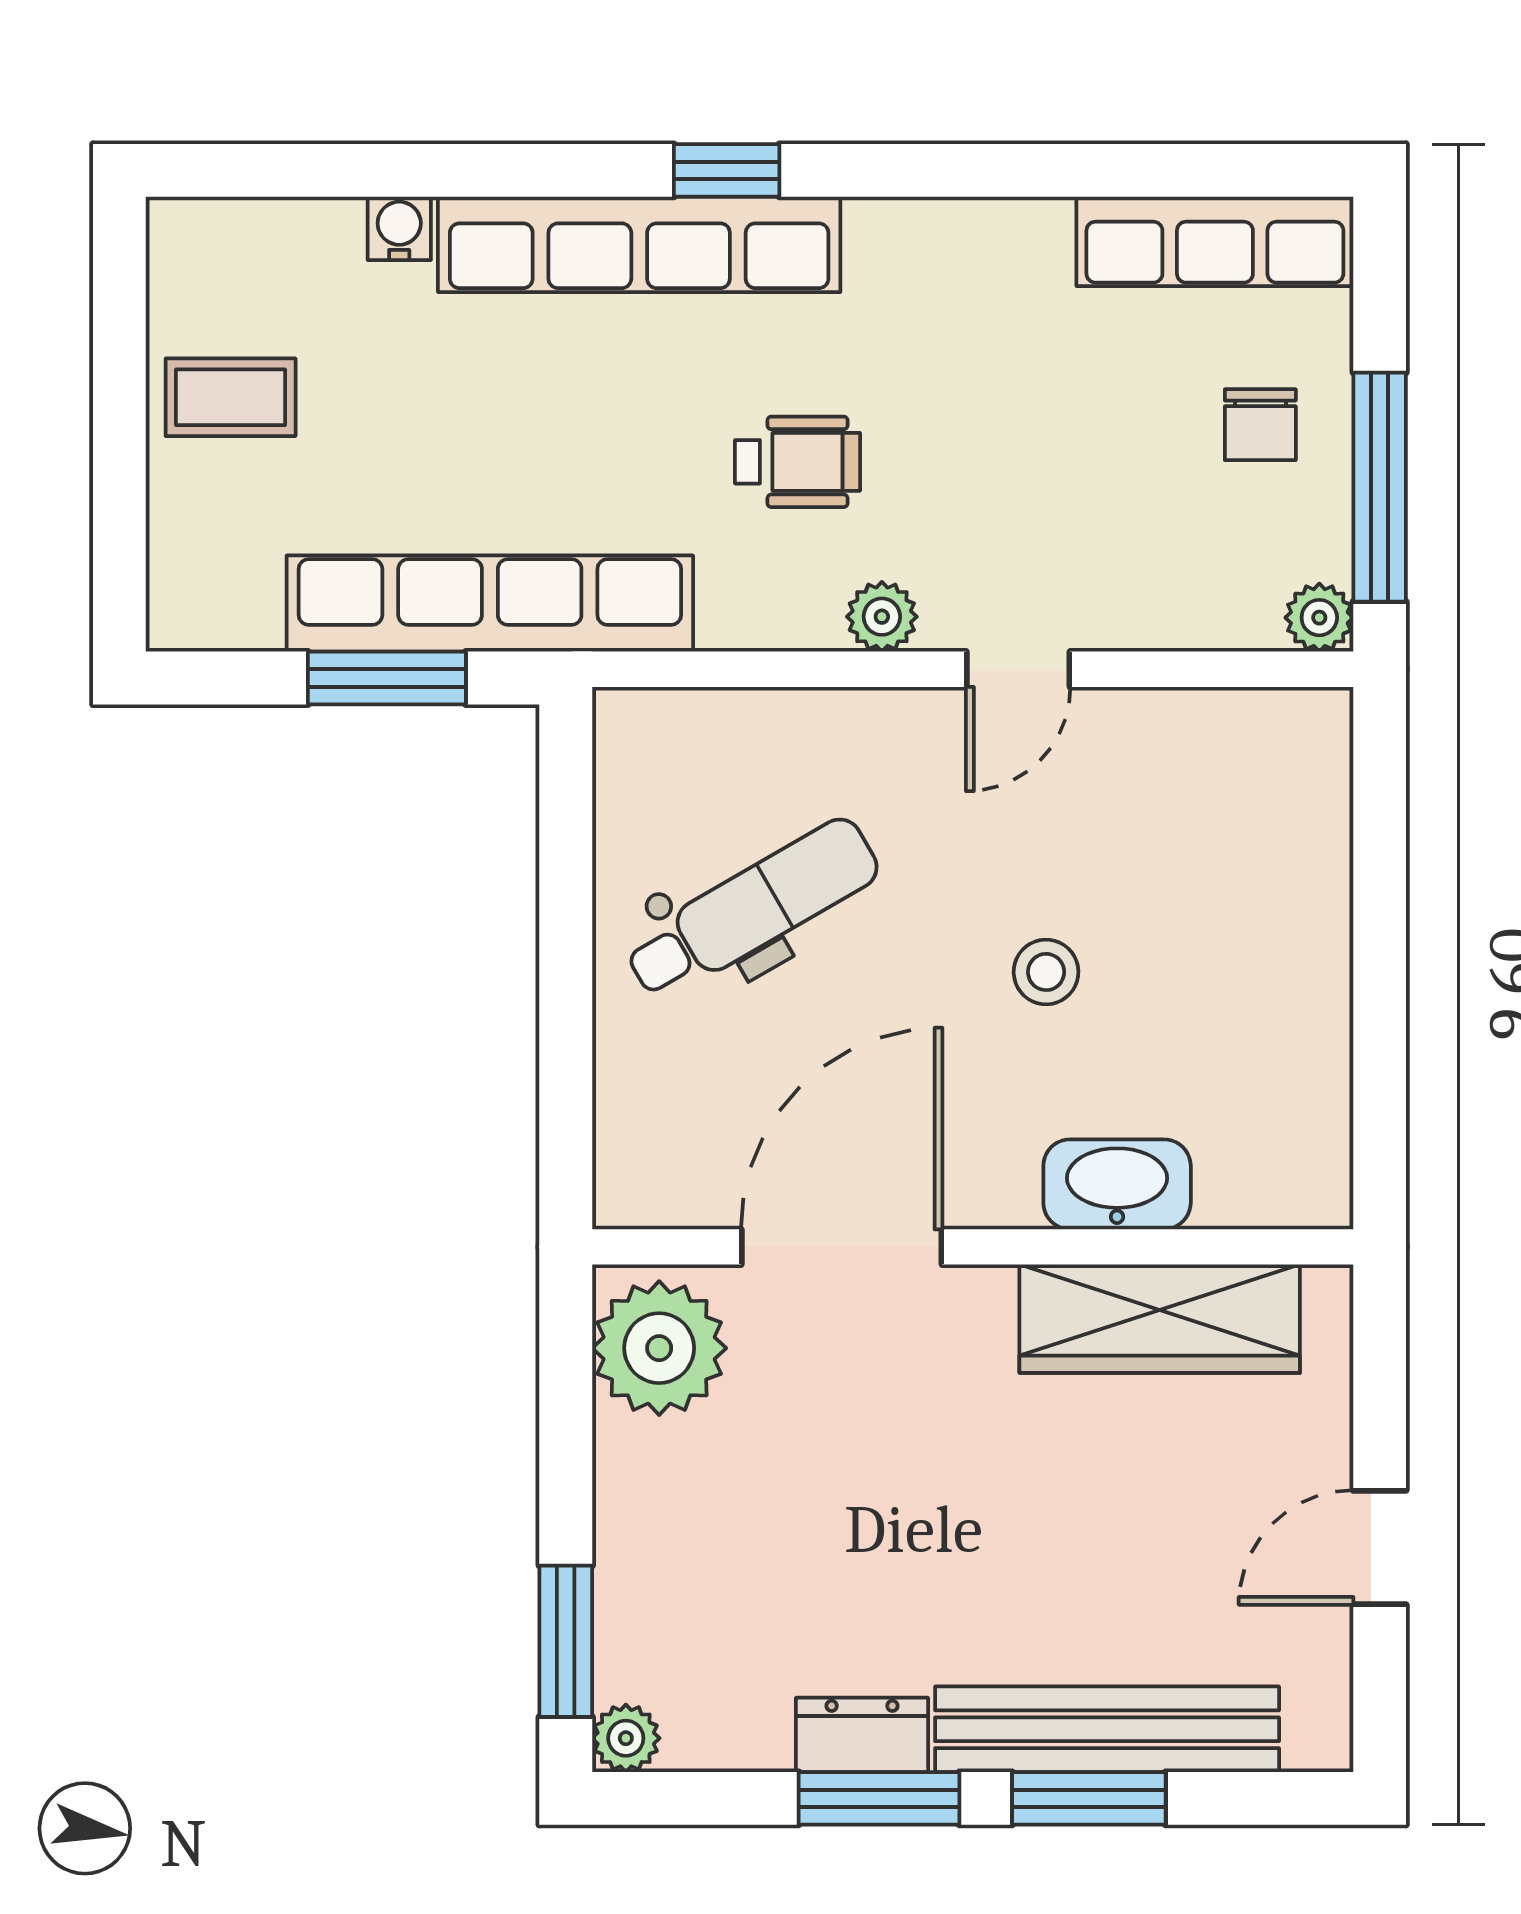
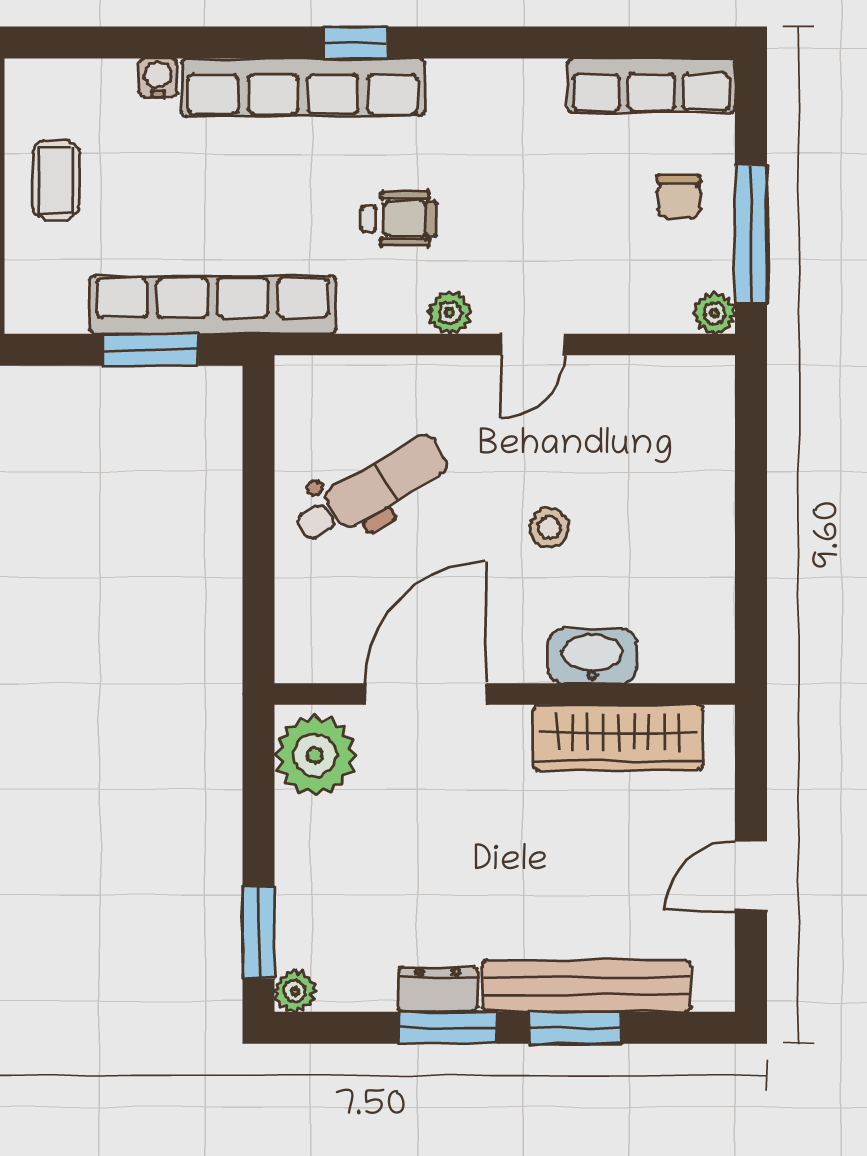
coffee table: (231, 397) -> (56, 180), turned 90

